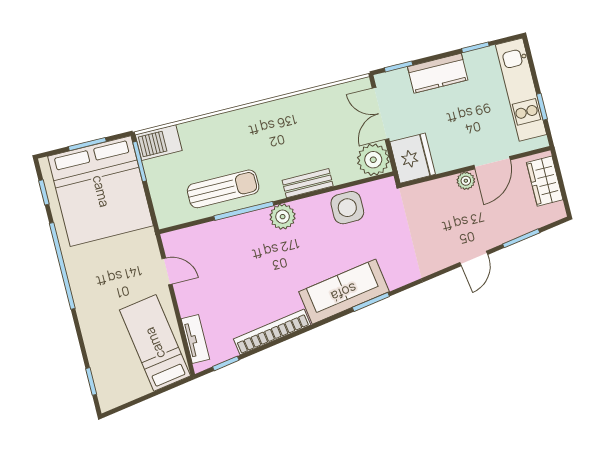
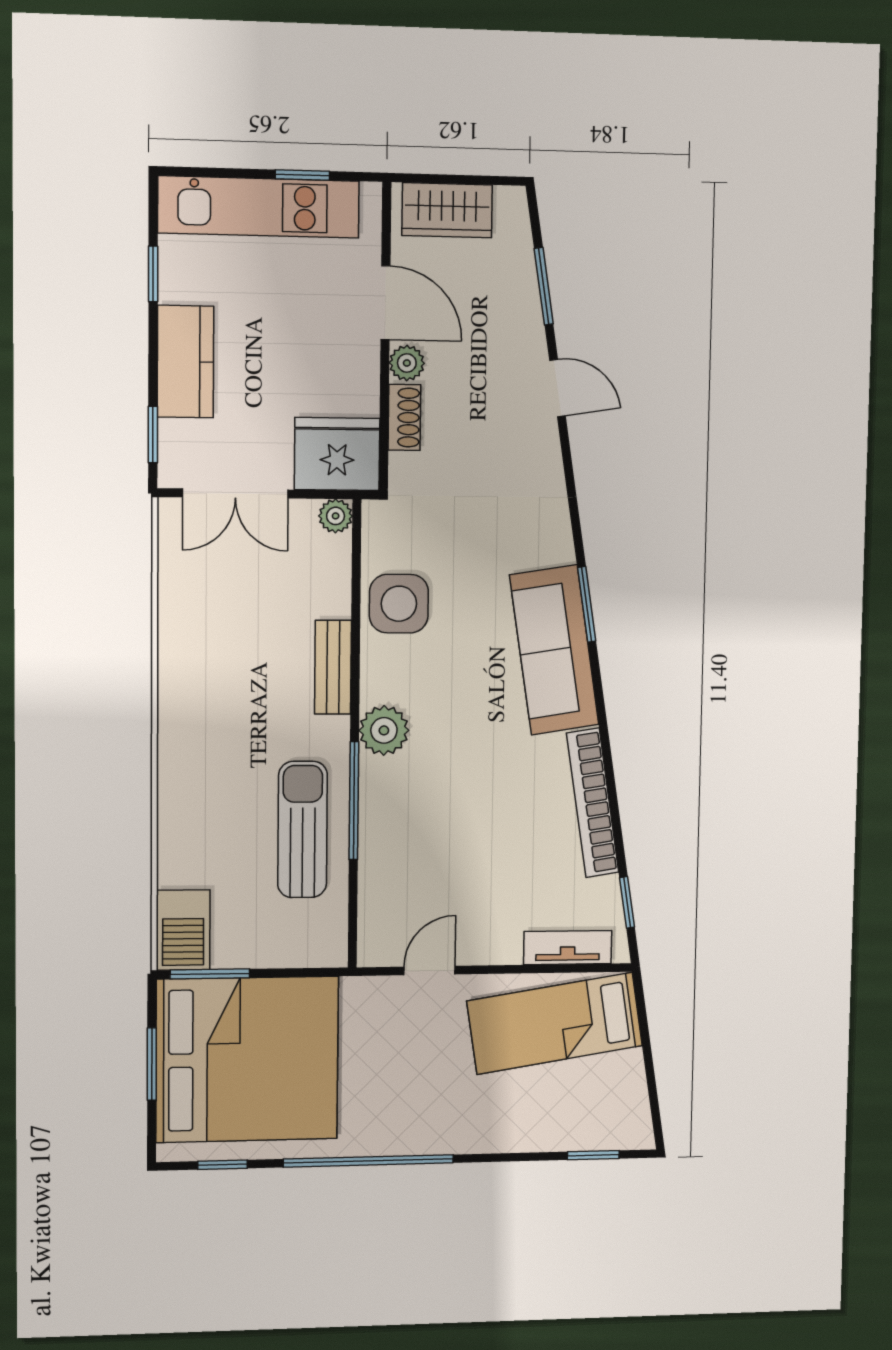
plant: (373, 160) -> (336, 516), width x0.53, depth x0.53
shoe rack: (439, 186) -> (404, 417), added

